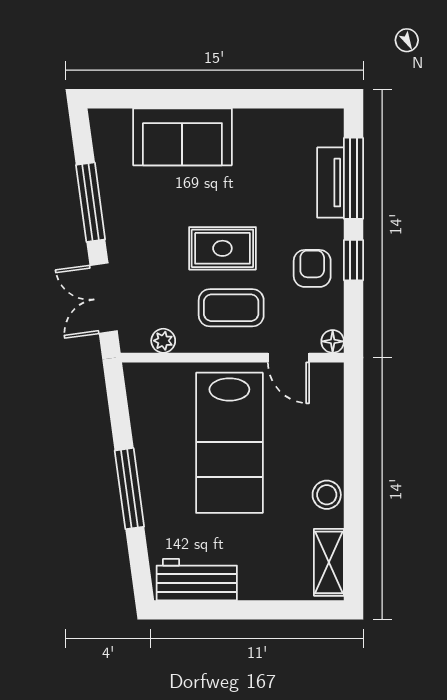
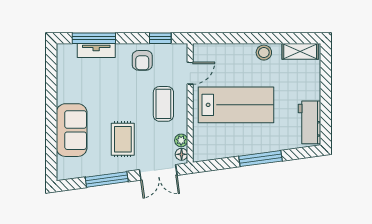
rug: (222, 248) -> (123, 139), moved
window: (353, 260) -> (160, 38), moved
armchair: (312, 268) -> (142, 60), turned -90
floor lamp: (333, 341) -> (182, 154), moved

